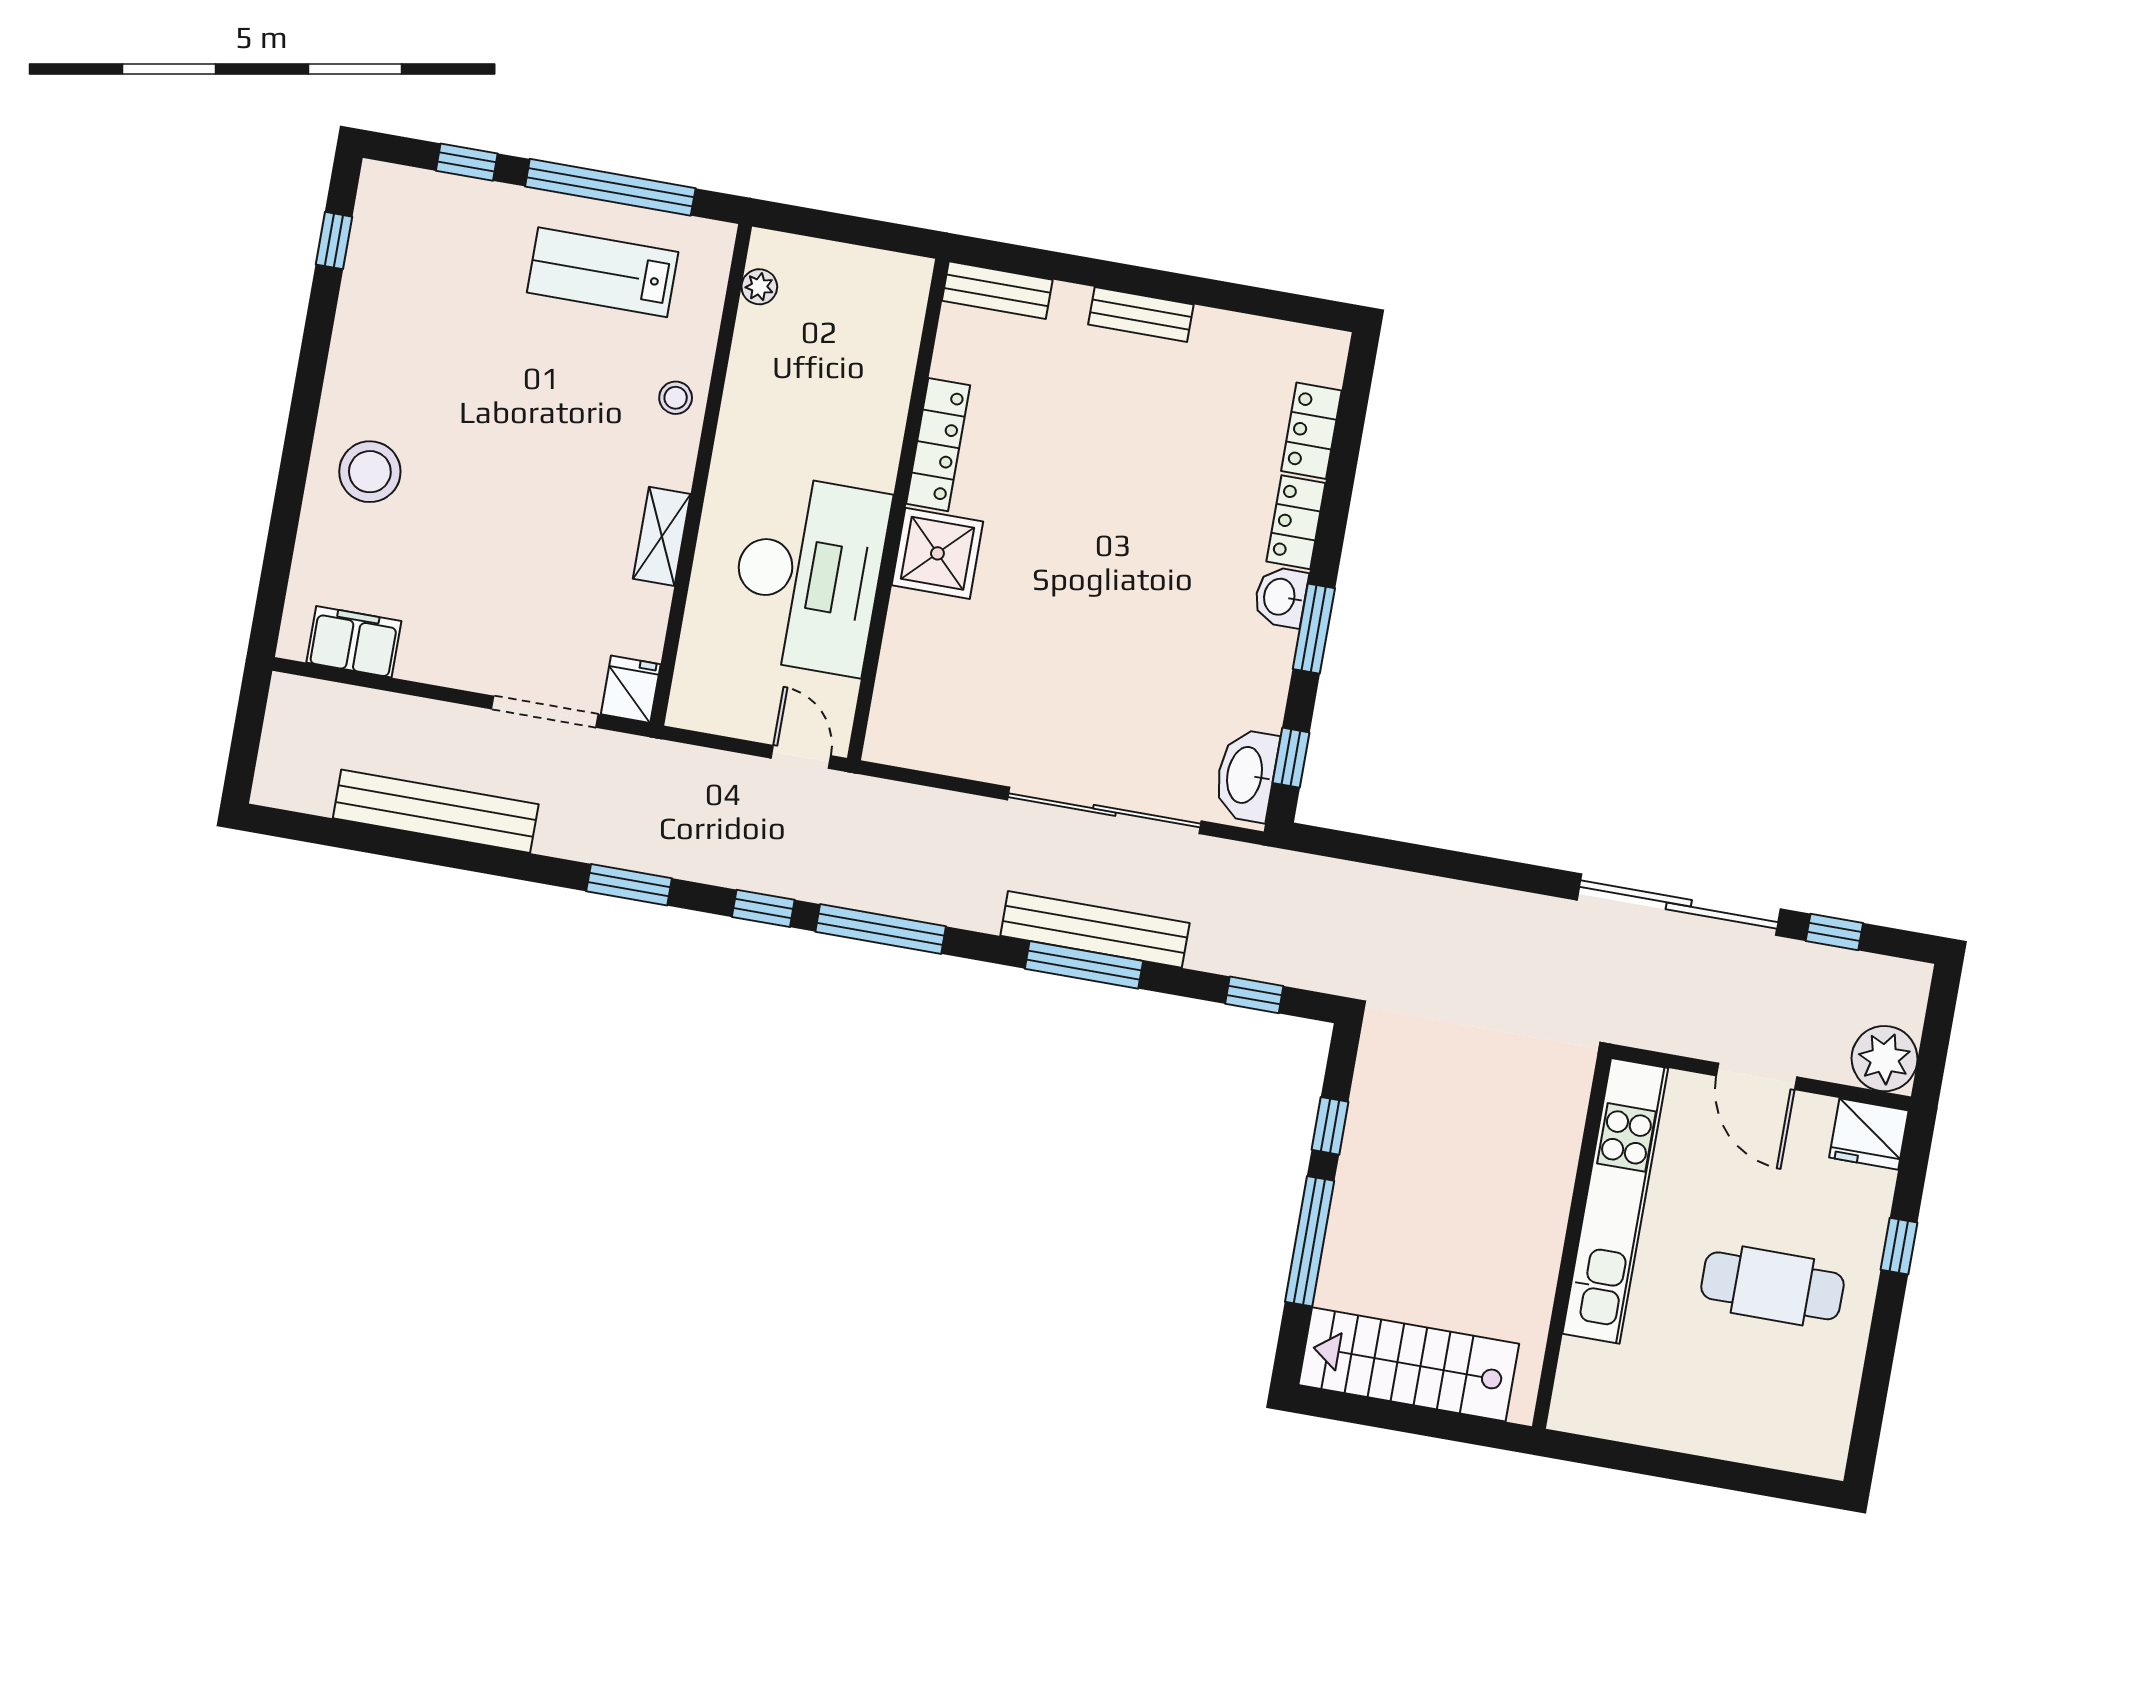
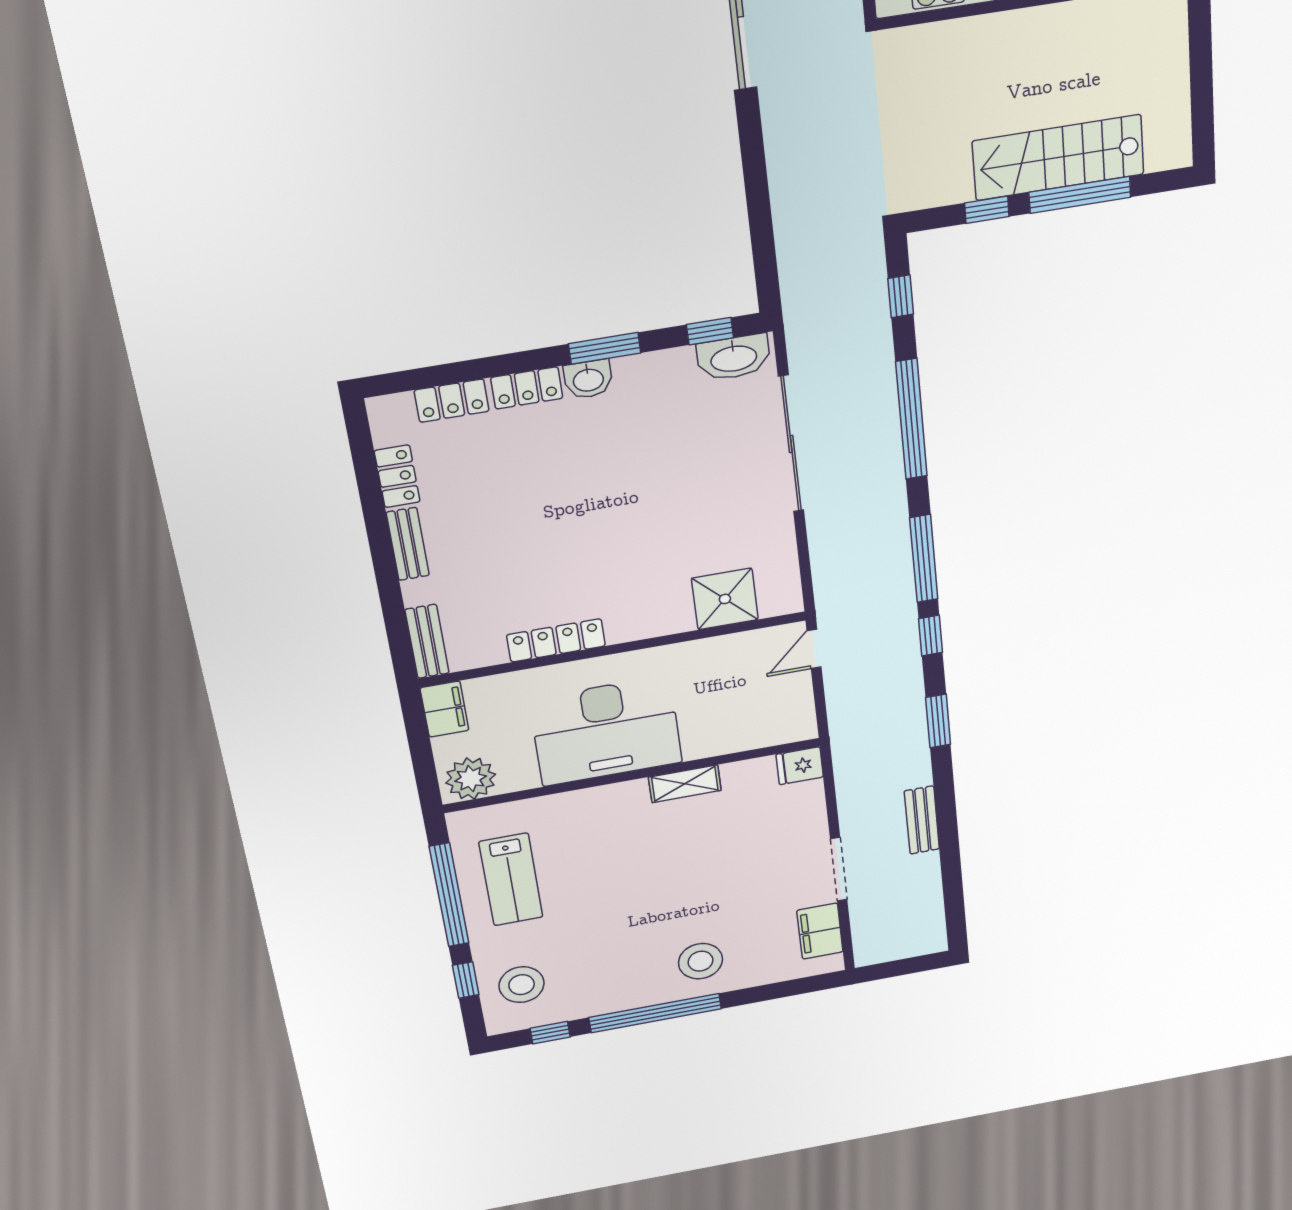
filing cabinet: (892, 278) -> (444, 709), added
plant: (759, 287) -> (471, 779), width x1.87, depth x1.87
locker: (1236, 334) -> (397, 476), added
window: (308, 387) -> (655, 1013), added
stool: (676, 398) -> (522, 985), moved, width x1.89, depth x1.89
shower: (937, 553) -> (725, 599), moved
desk: (808, 575) -> (606, 731), moved, turned 180
doorway: (545, 712) -> (839, 869), moved
bench: (436, 811) -> (922, 820), width x0.54, depth x0.82
bench: (1095, 929) -> (883, 421), removed
window: (1084, 965) -> (911, 419), width x1.46
stairs: (1409, 1364) -> (1058, 158), moved, turned 90

